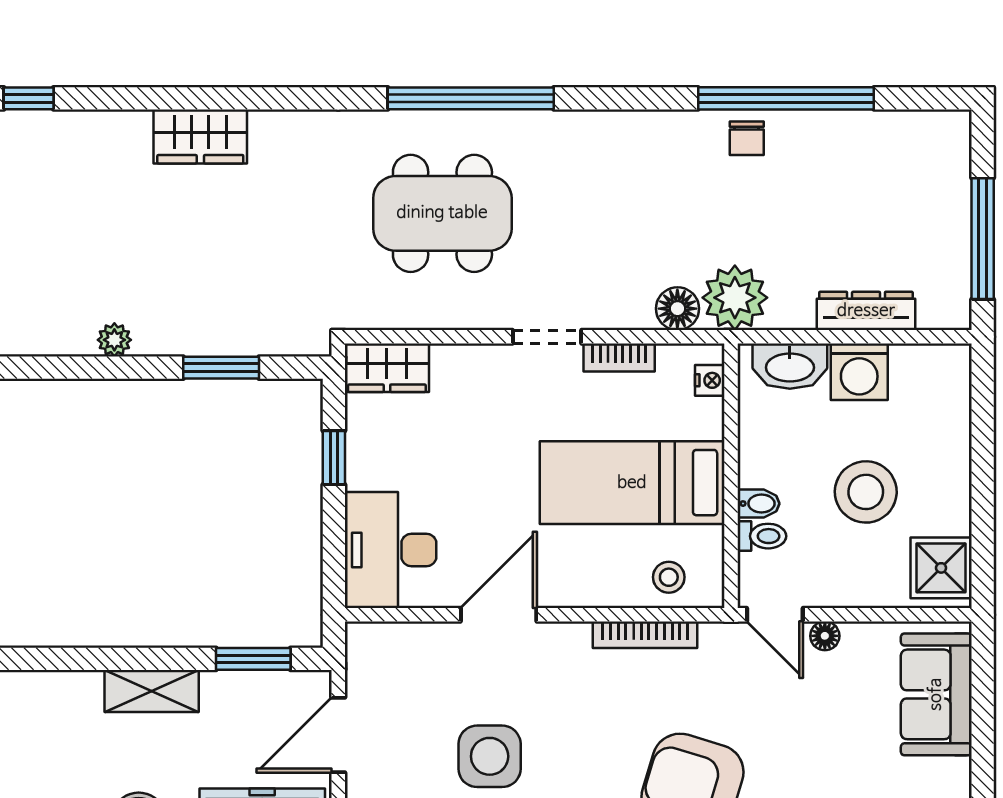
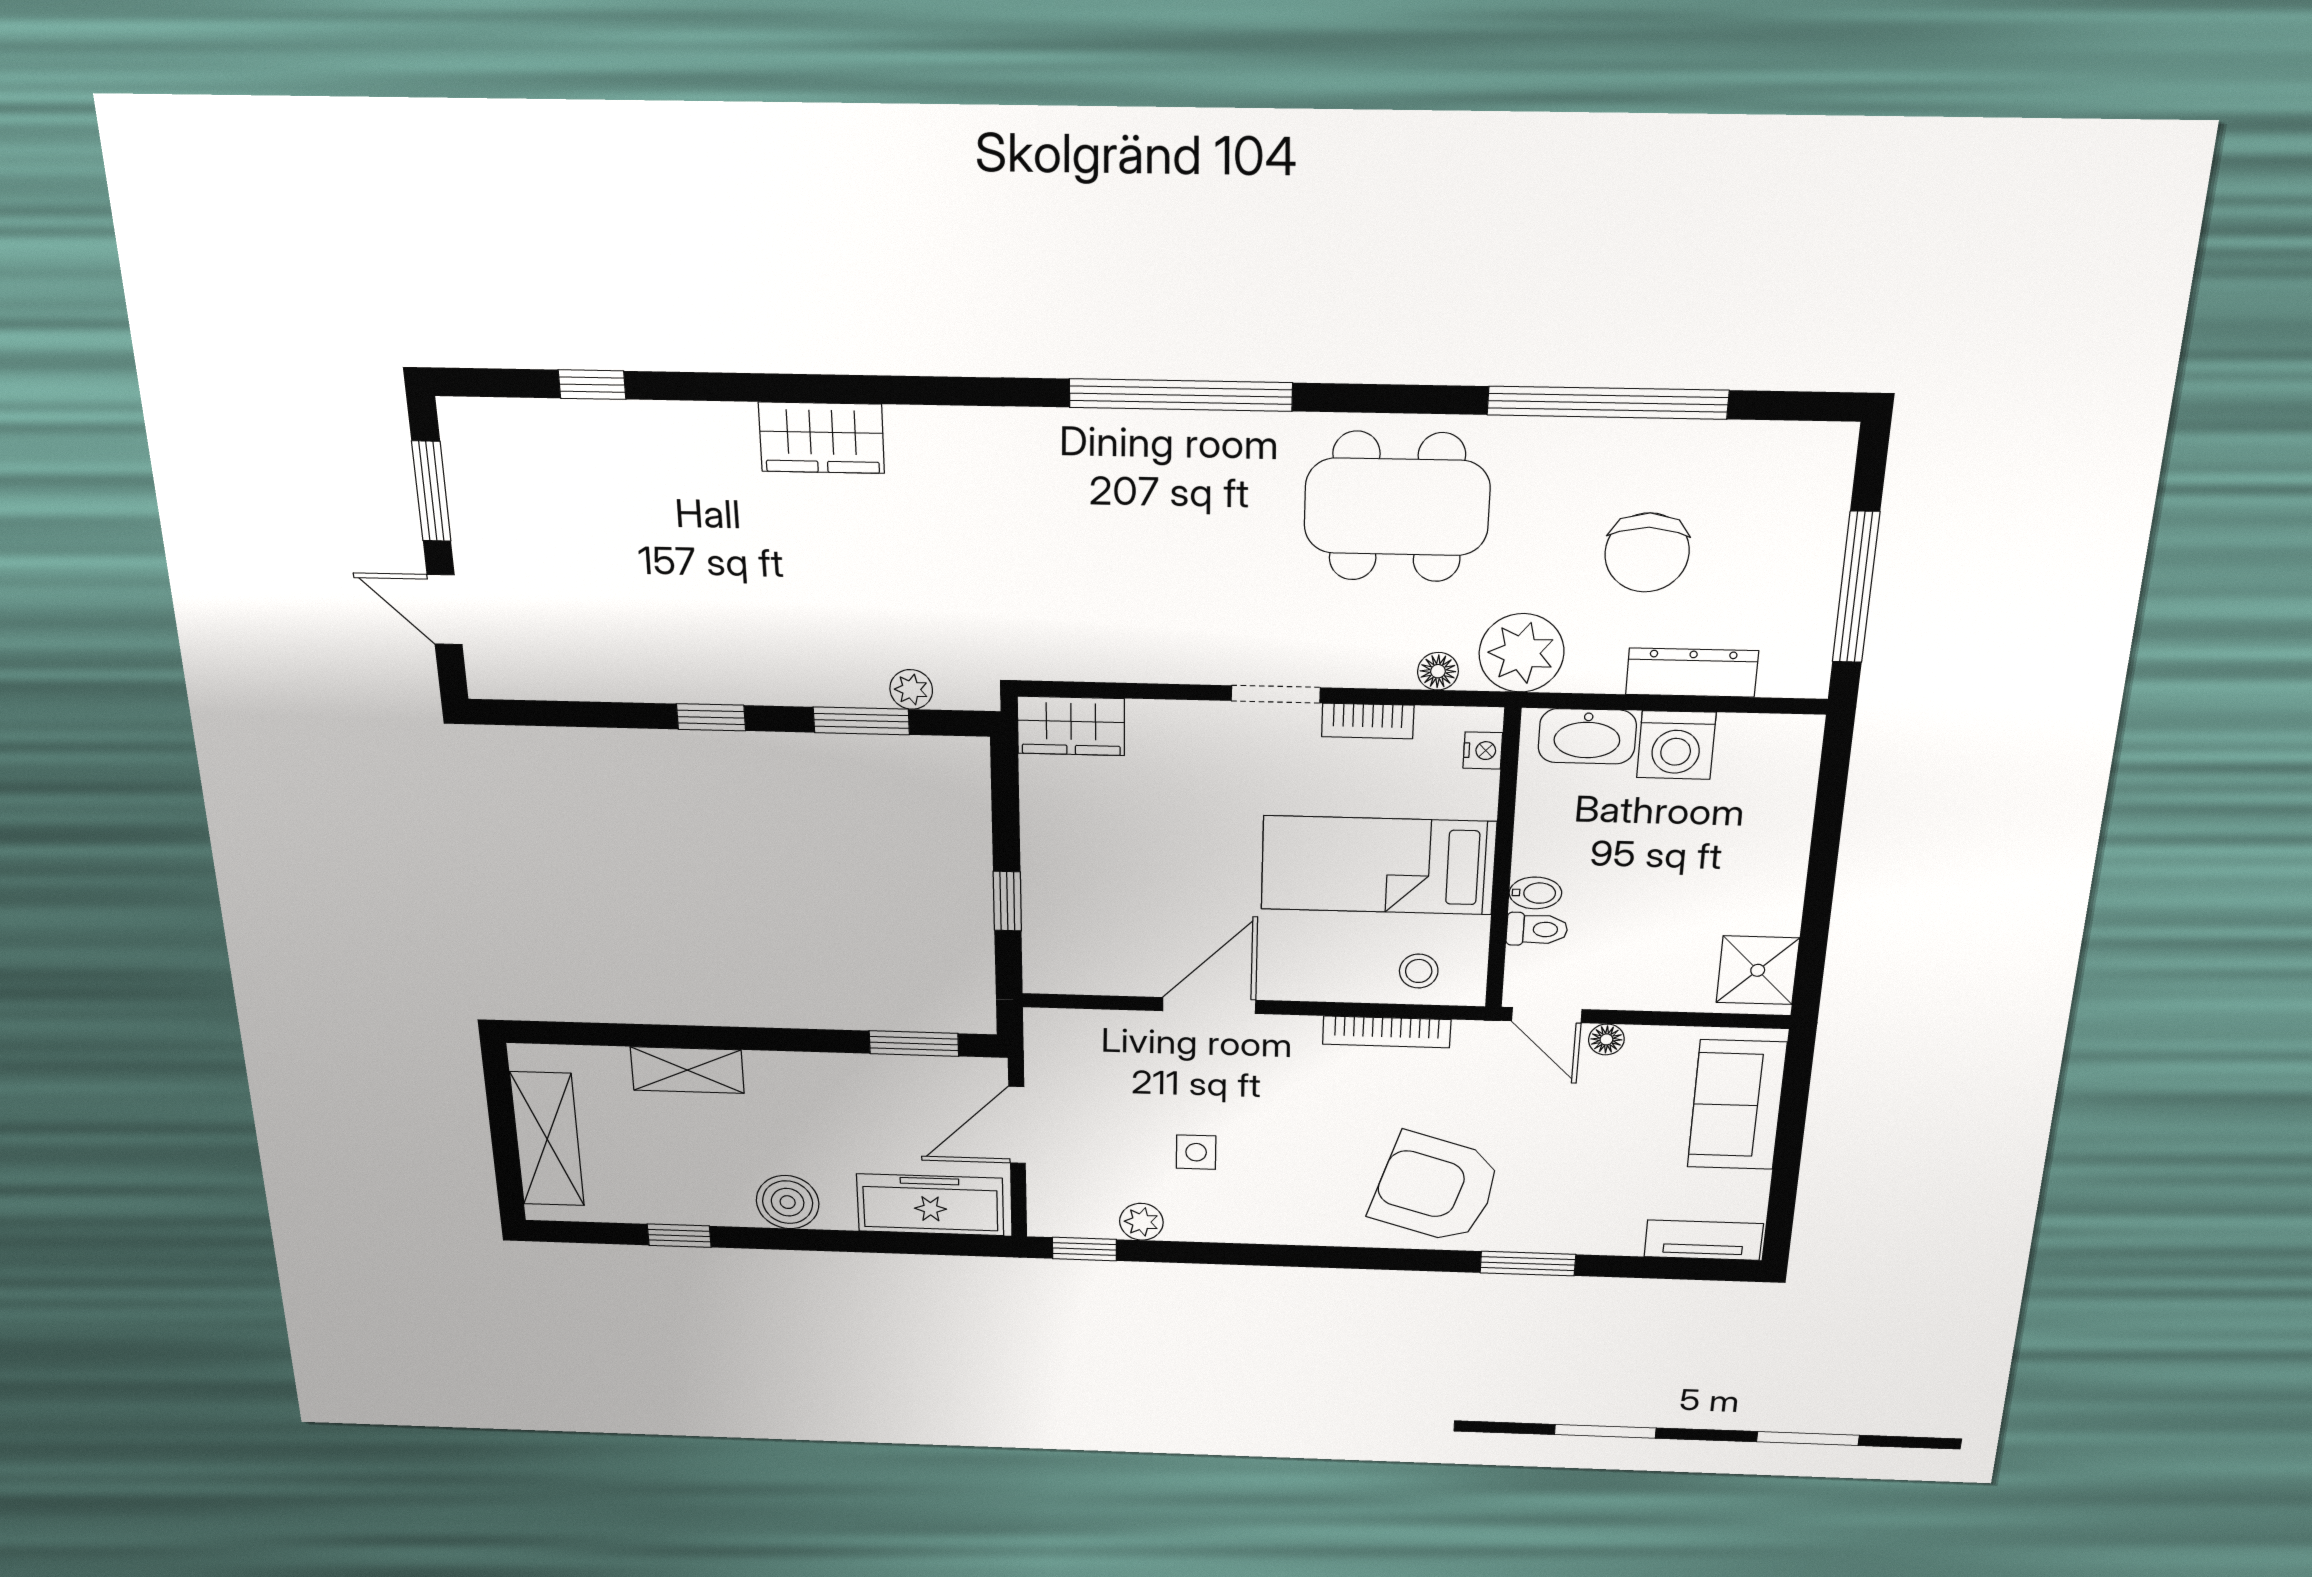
chair: (747, 138) -> (1647, 553), moved, width x1.87, depth x1.87
dining table: (442, 213) -> (1397, 507), moved
floor lamp: (677, 309) -> (1438, 671), width x0.73, depth x0.73
plant: (114, 340) -> (911, 689), moved
window: (101, 368) -> (711, 717), added
window: (334, 458) -> (1007, 901), moved
stool: (866, 492) -> (1672, 884), removed
desk: (391, 550) -> (1077, 932), removed
shelving: (152, 691) -> (687, 1070), moved
side table: (490, 756) -> (1196, 1152), width x0.54, depth x0.54

